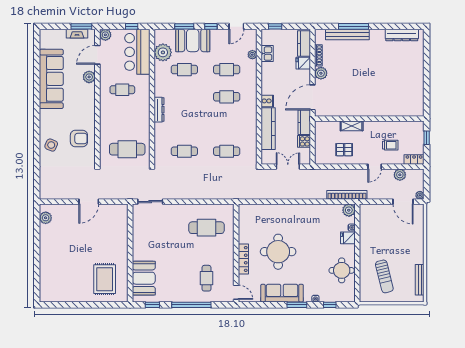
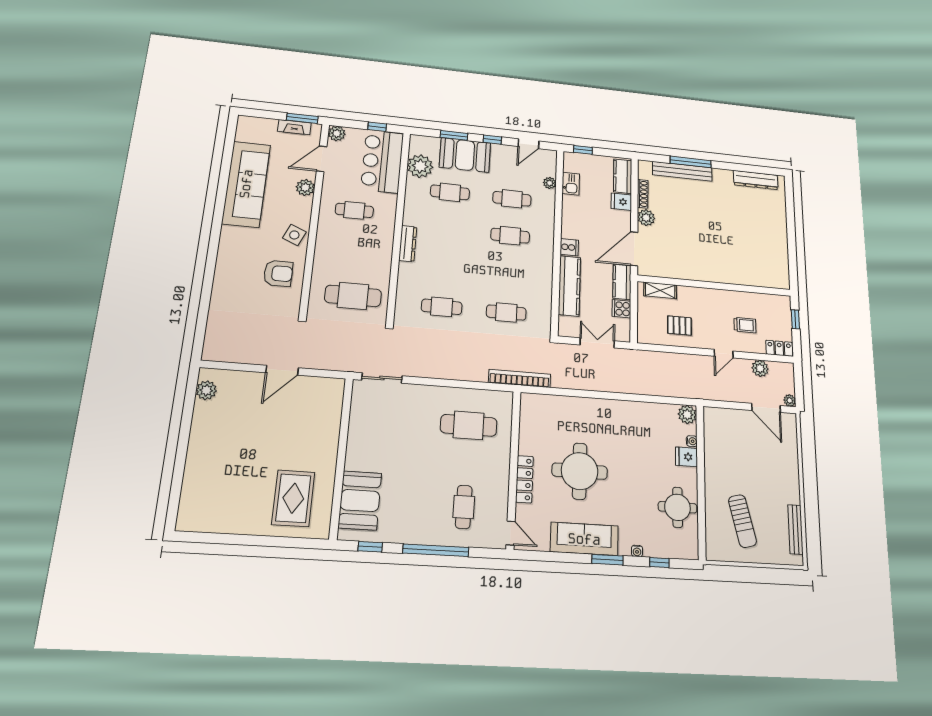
shelving: (352, 126) -> (660, 290), moved
side table: (51, 145) -> (294, 235), moved
bookcase: (347, 195) -> (519, 378), moved

